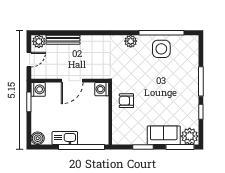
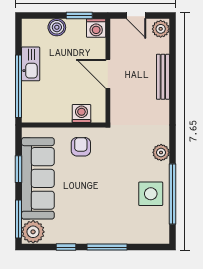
bench: (63, 40) -> (163, 77), moved
washing machine: (102, 89) -> (81, 114), moved
sofa: (164, 135) -> (38, 178), width x1.85, depth x1.27
boiler: (38, 138) -> (57, 27), moved

